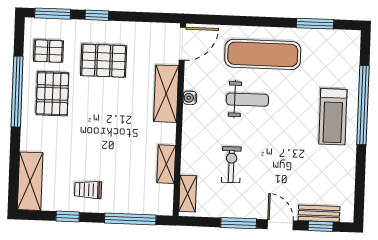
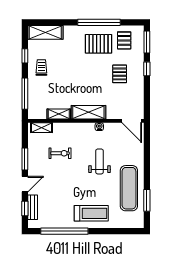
exercise mat: (263, 54) -> (129, 188), moved
pallet: (104, 61) -> (120, 74), width x0.67, depth x0.71
shelving: (166, 94) -> (88, 112), moved
weight bench: (247, 100) -> (100, 161), turned 180
window: (363, 105) -> (64, 231), moved
treadmill: (333, 117) -> (91, 213), turned 180

